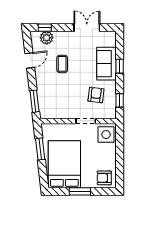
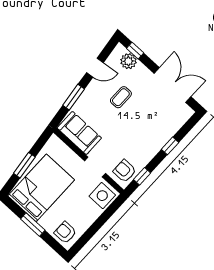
double door: (87, 28) -> (172, 85), width x1.37
sofa: (106, 64) -> (79, 133), moved, turned 90
armchair: (96, 95) -> (125, 171), moved, turned -97
window: (34, 101) -> (74, 97), moved
window: (40, 149) -> (24, 165), moved

